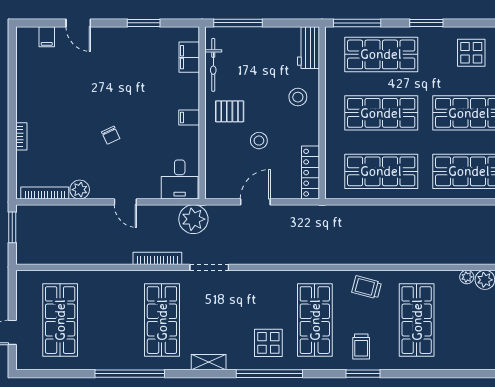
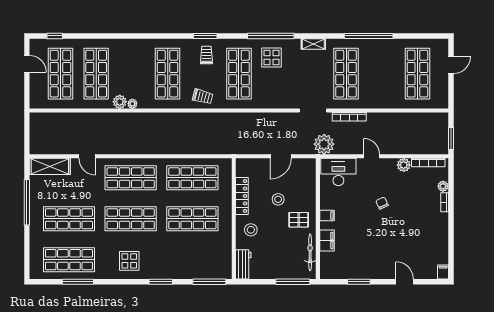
filing cabinet: (47, 37) -> (443, 272), moved
shop shelf: (381, 54) -> (192, 260), removed
filing cabinet: (189, 57) -> (327, 240), moved
plant: (24, 159) -> (443, 186), added
locker: (311, 173) -> (242, 196), moved
desk: (180, 180) -> (338, 172), width x1.37

